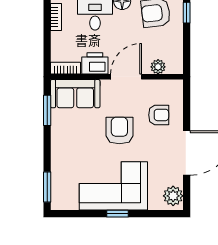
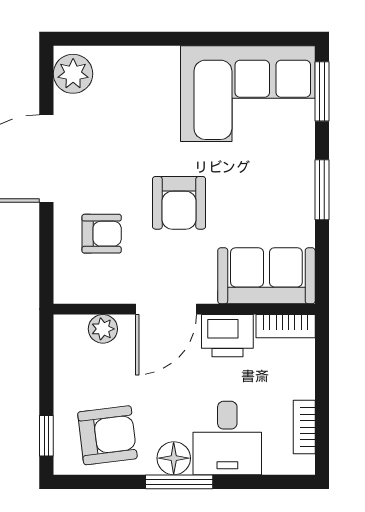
window: (47, 110) -> (322, 190), moved
armchair: (159, 115) -> (102, 234), turned 180
corner sofa: (113, 186) -> (248, 94), moved
window: (118, 214) -> (183, 39), removed

